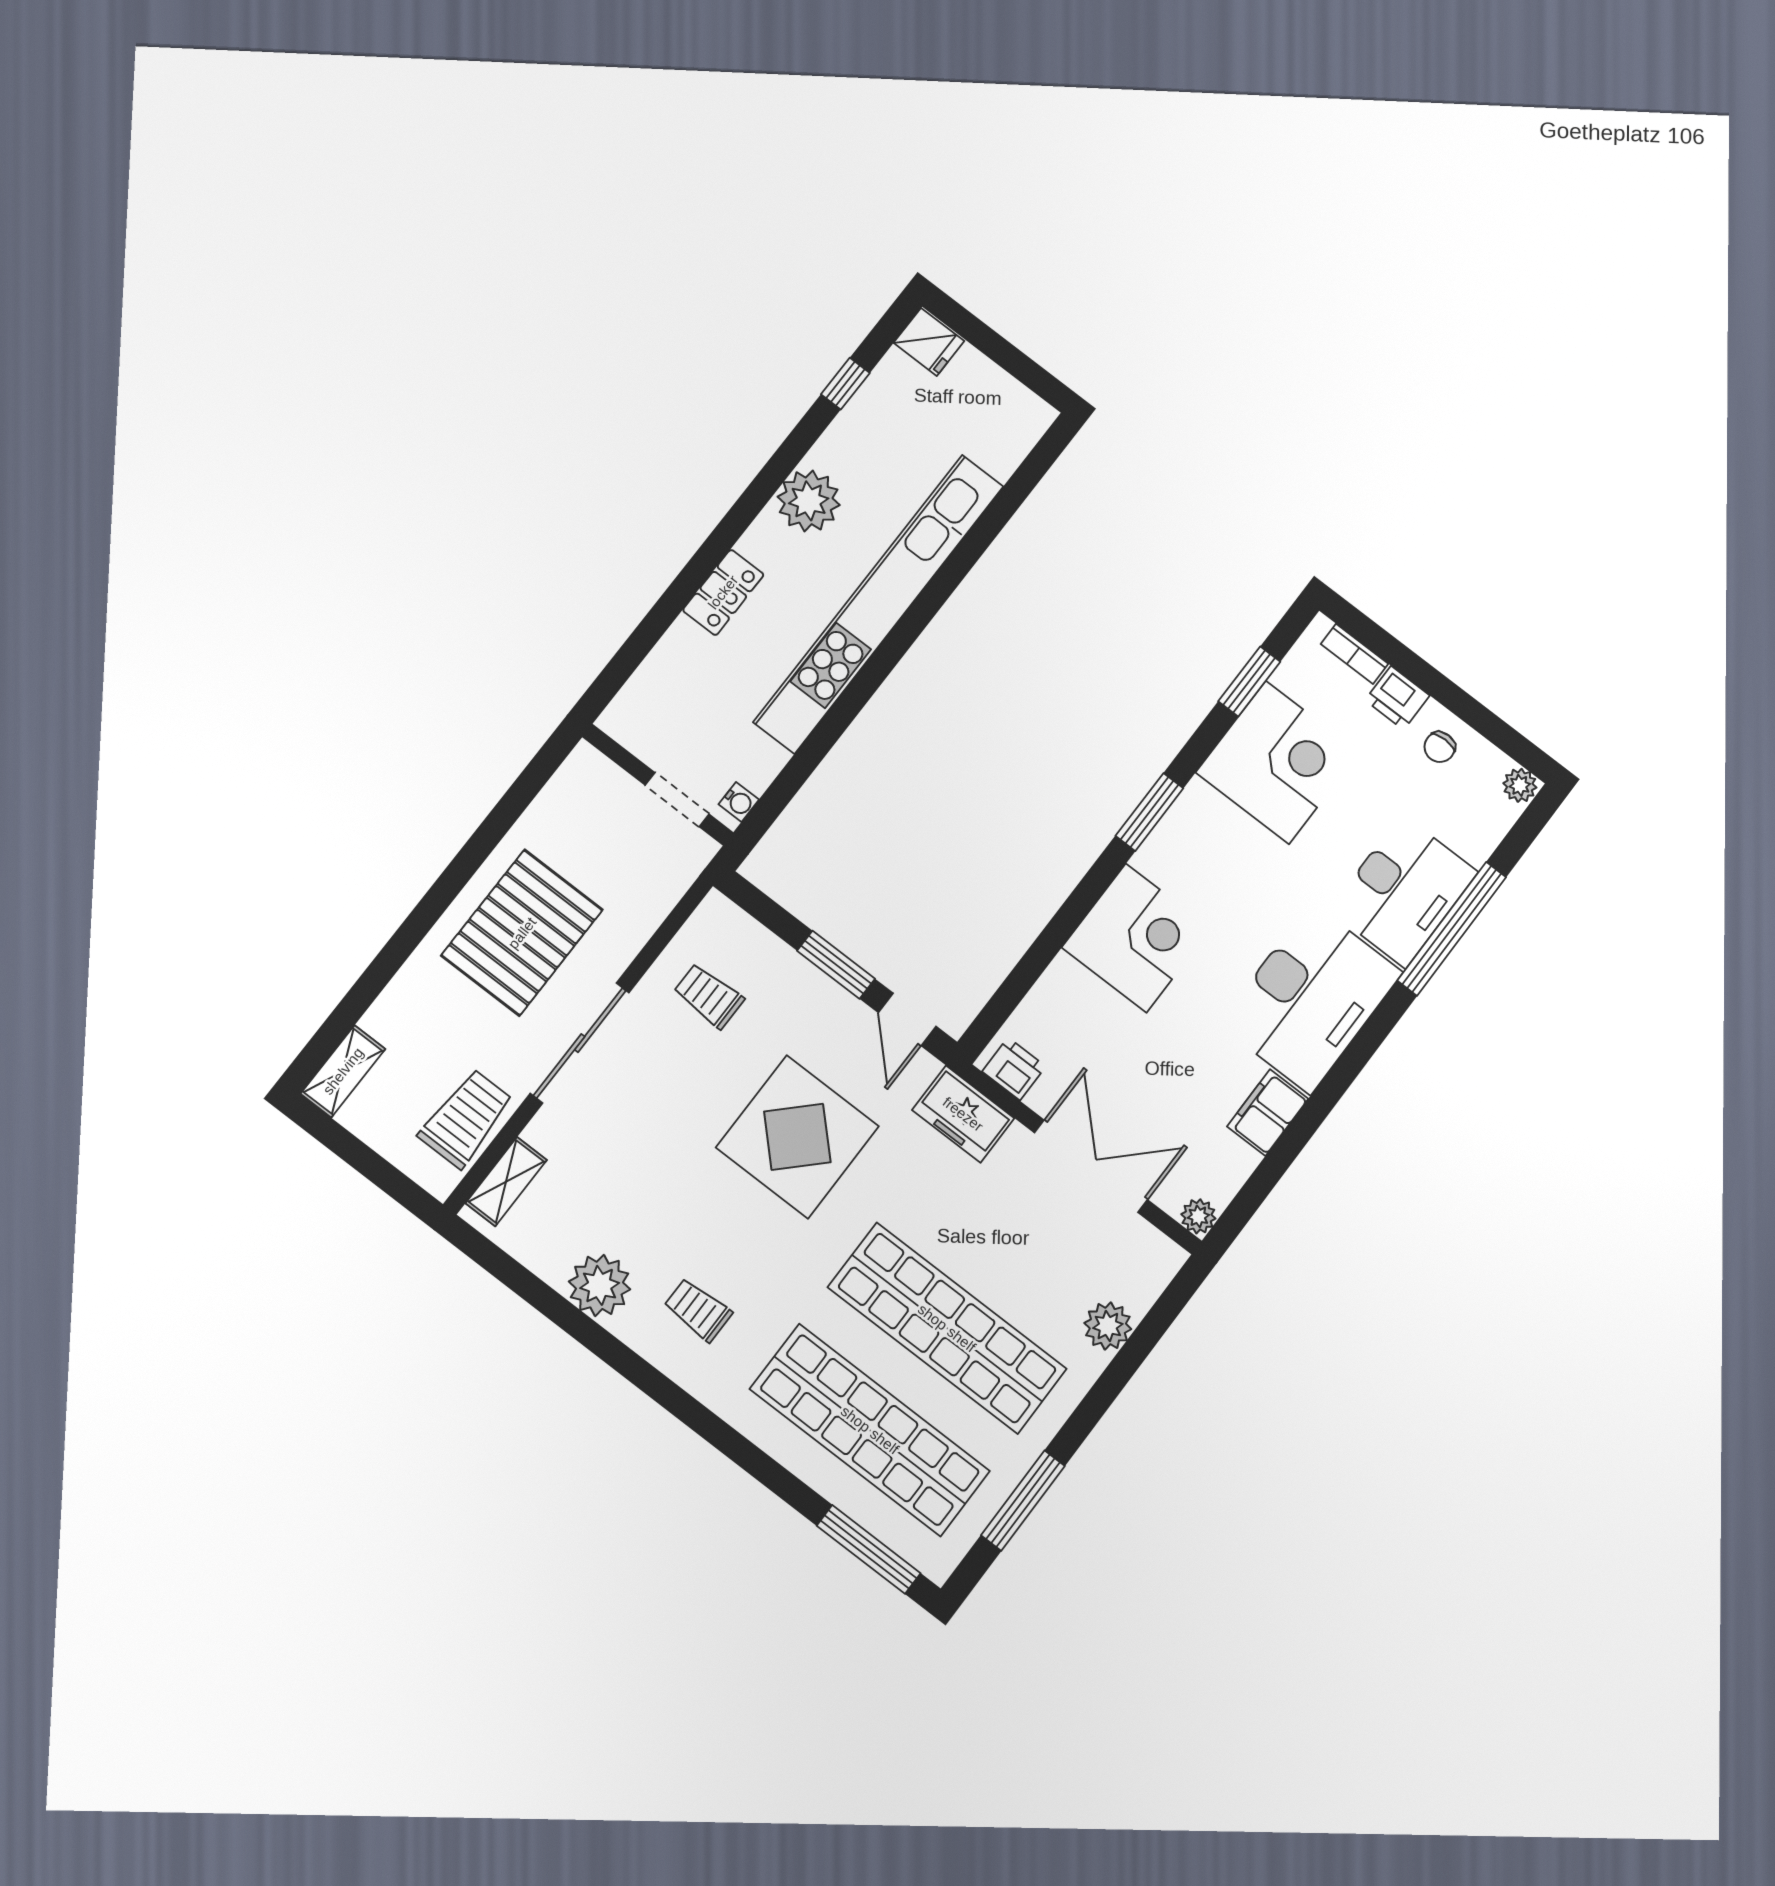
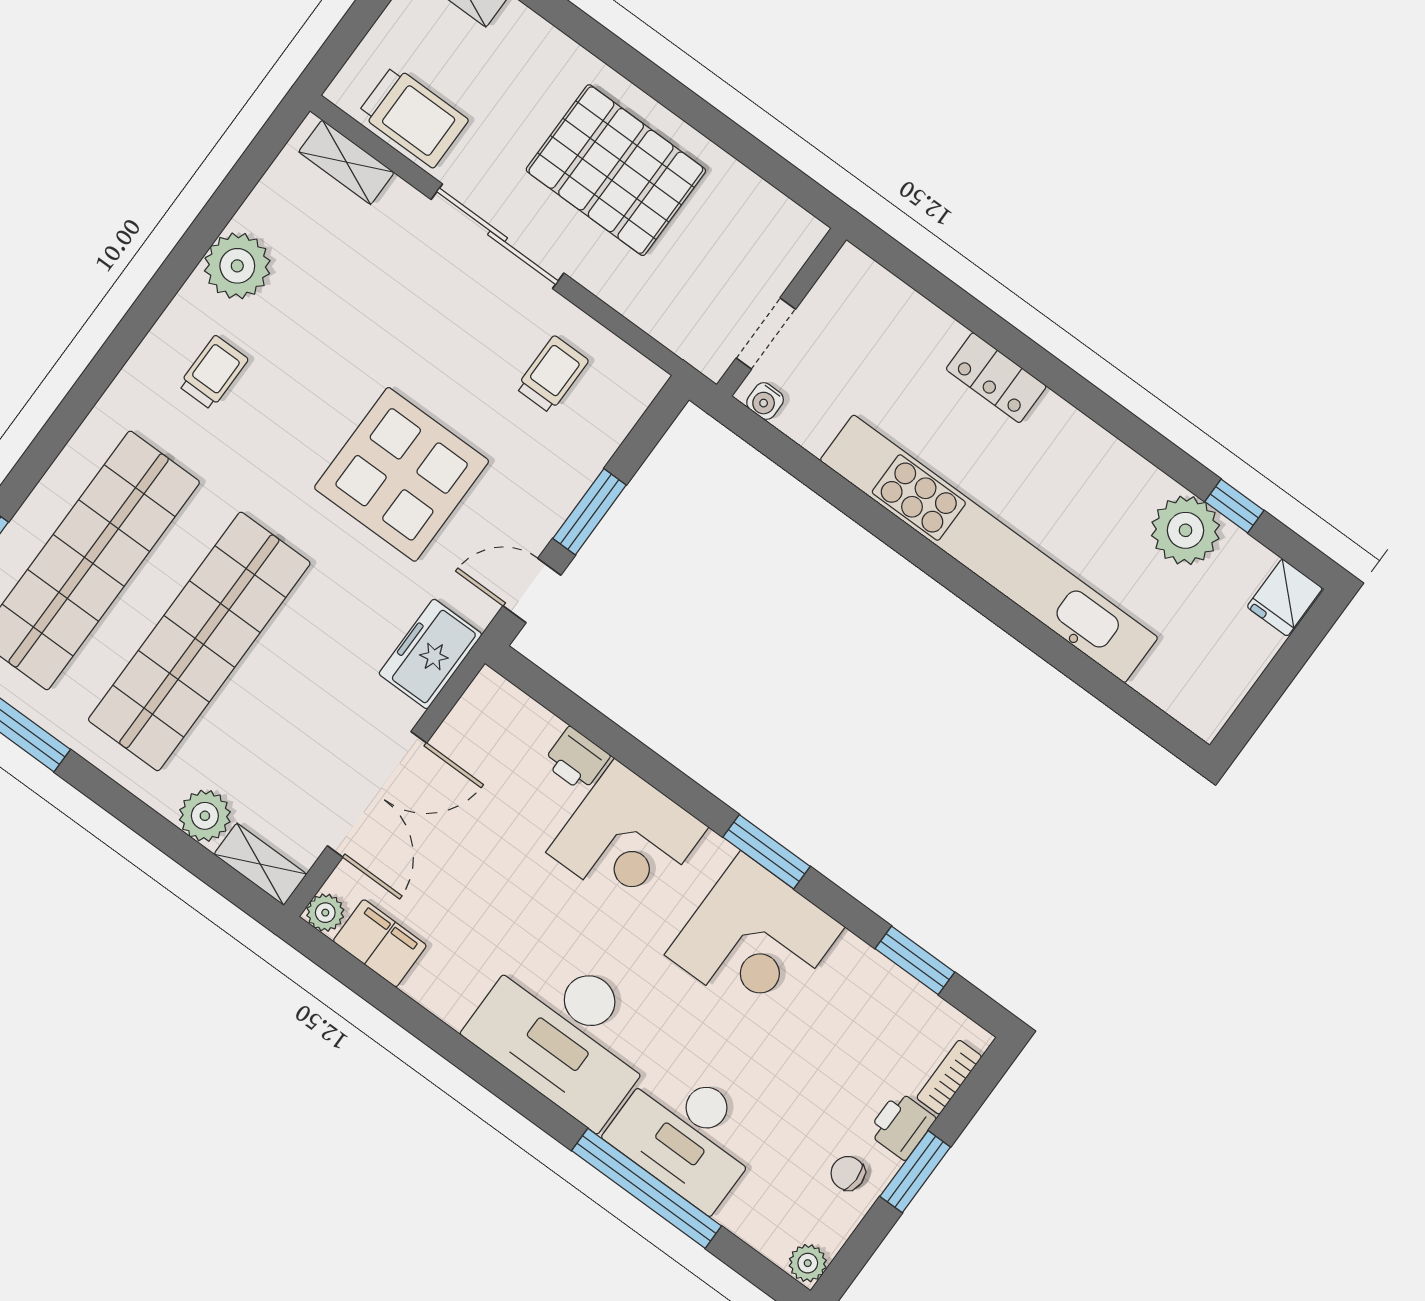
plant: (809, 501) -> (1186, 530), moved
window: (1439, 687) -> (915, 1172), added
corner desk: (1277, 762) -> (755, 941), moved
printer: (1014, 1069) -> (577, 759), moved, turned 90
filing cabinet: (1268, 1113) -> (380, 943), moved
shelving: (1153, 1275) -> (260, 864), added

